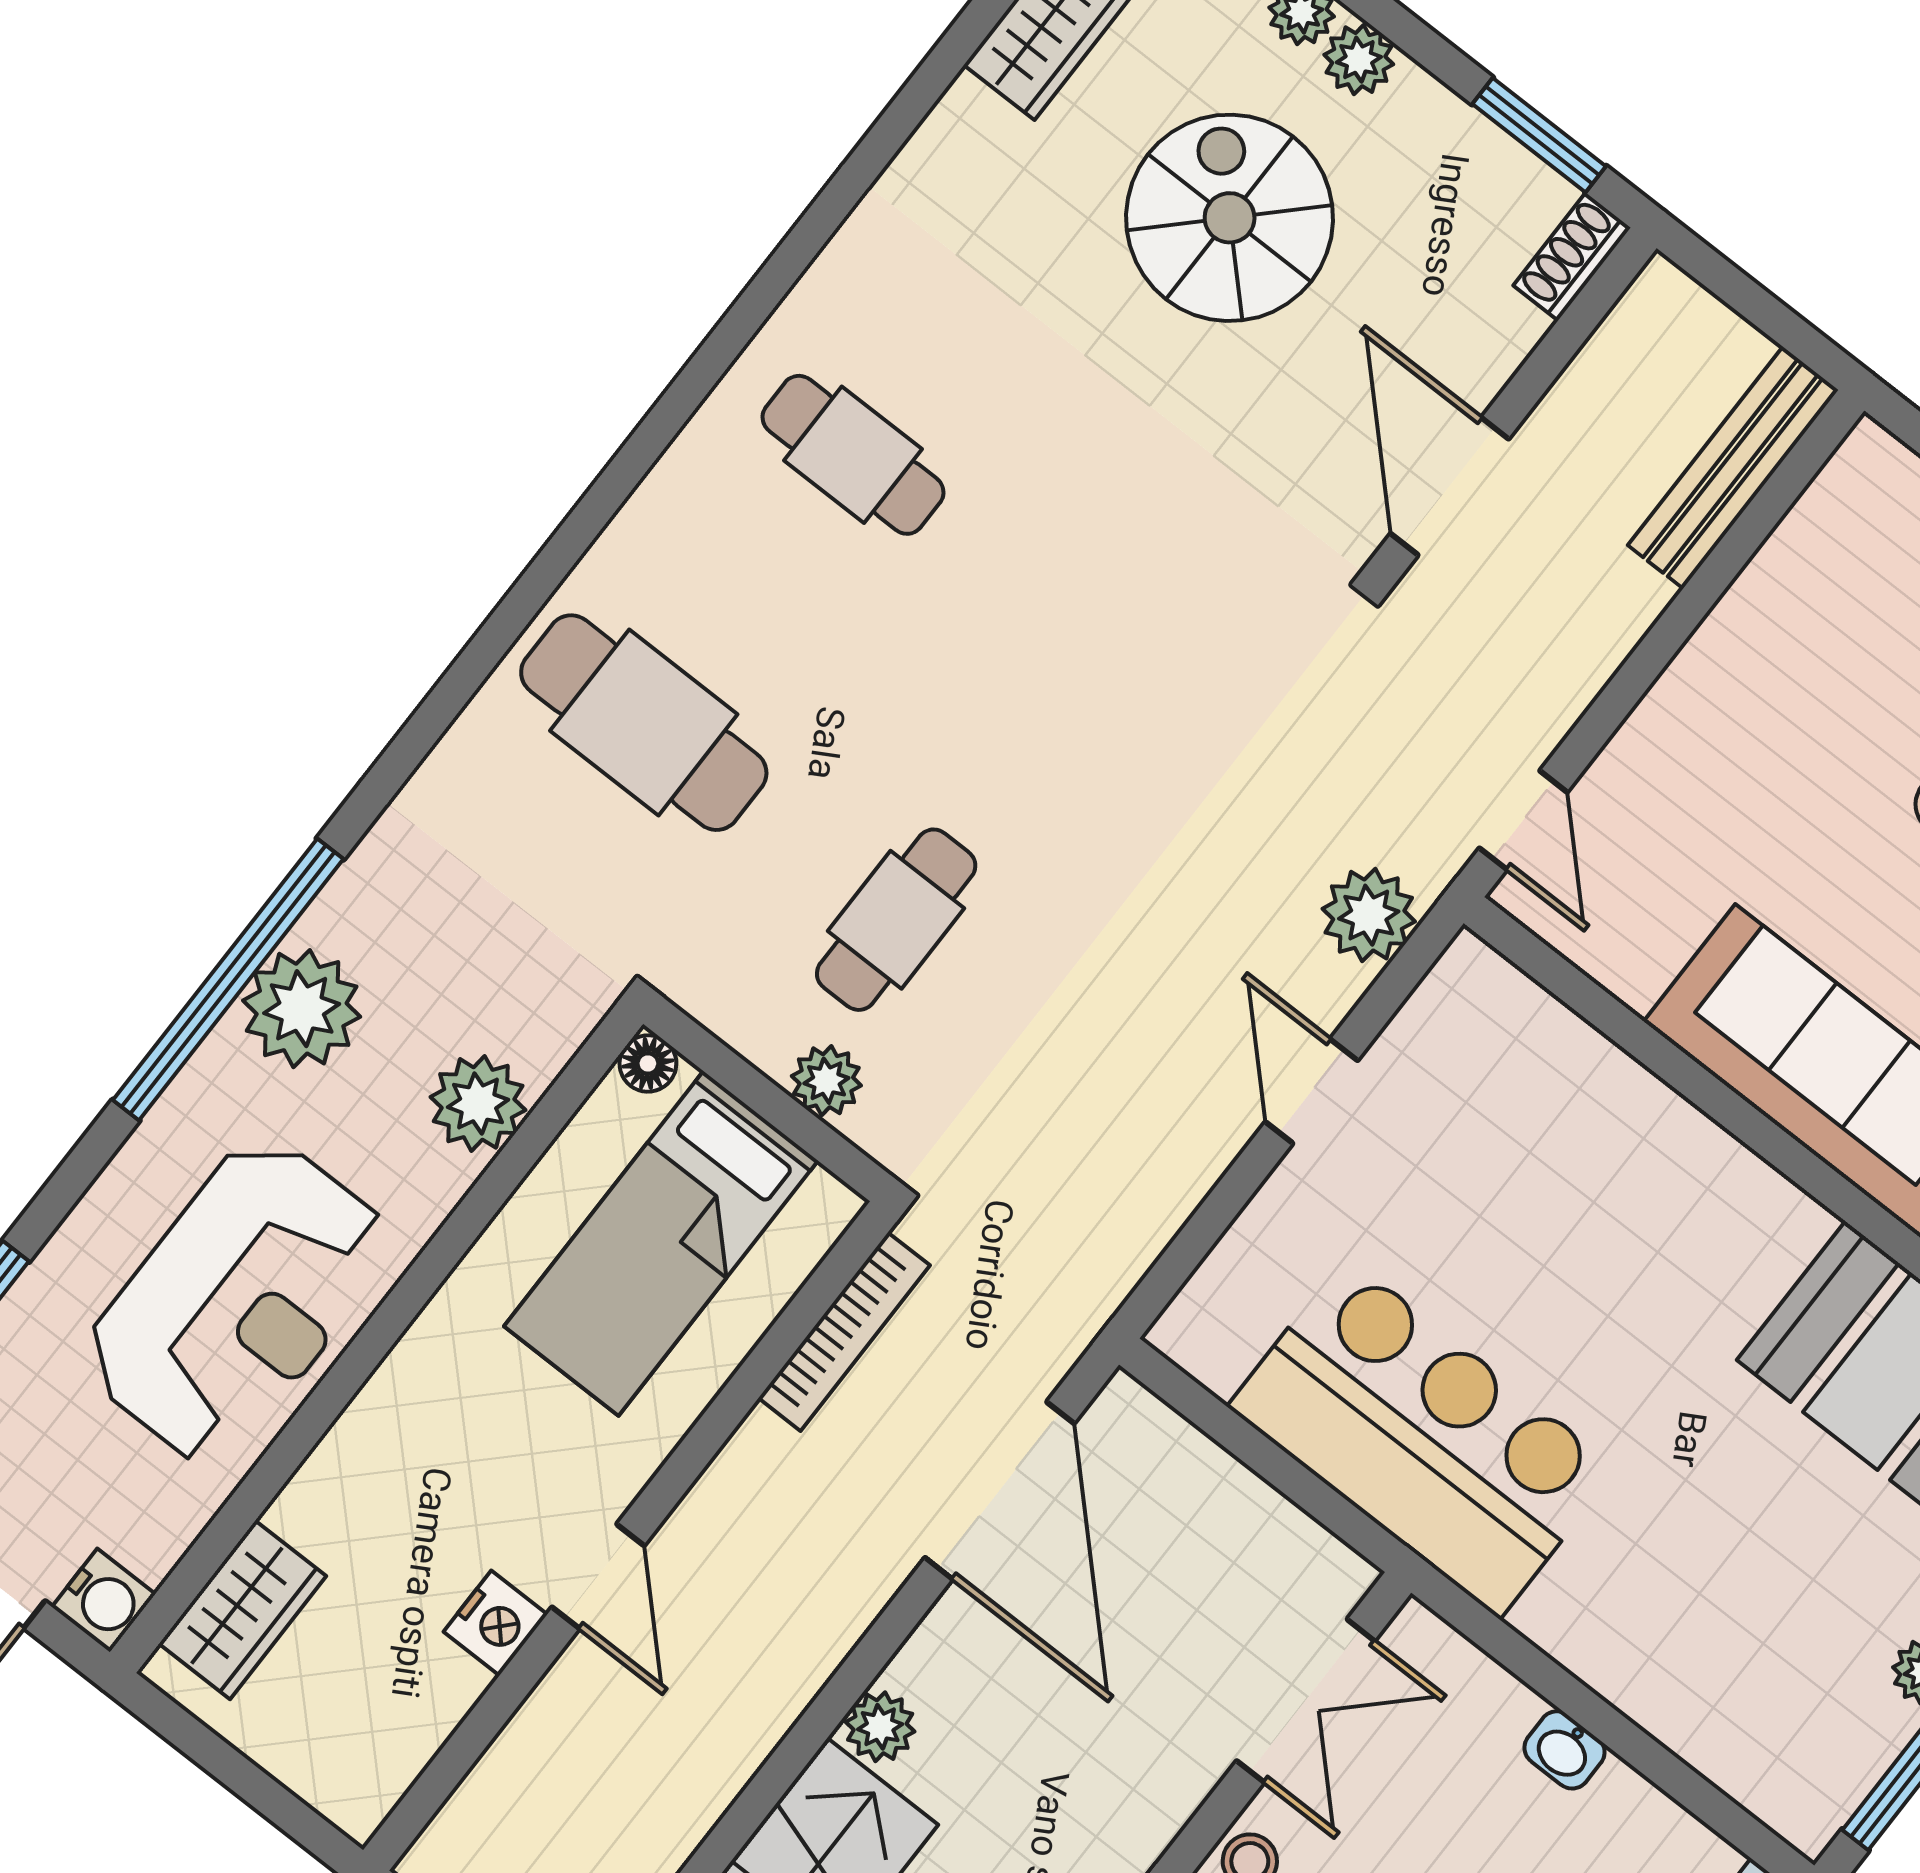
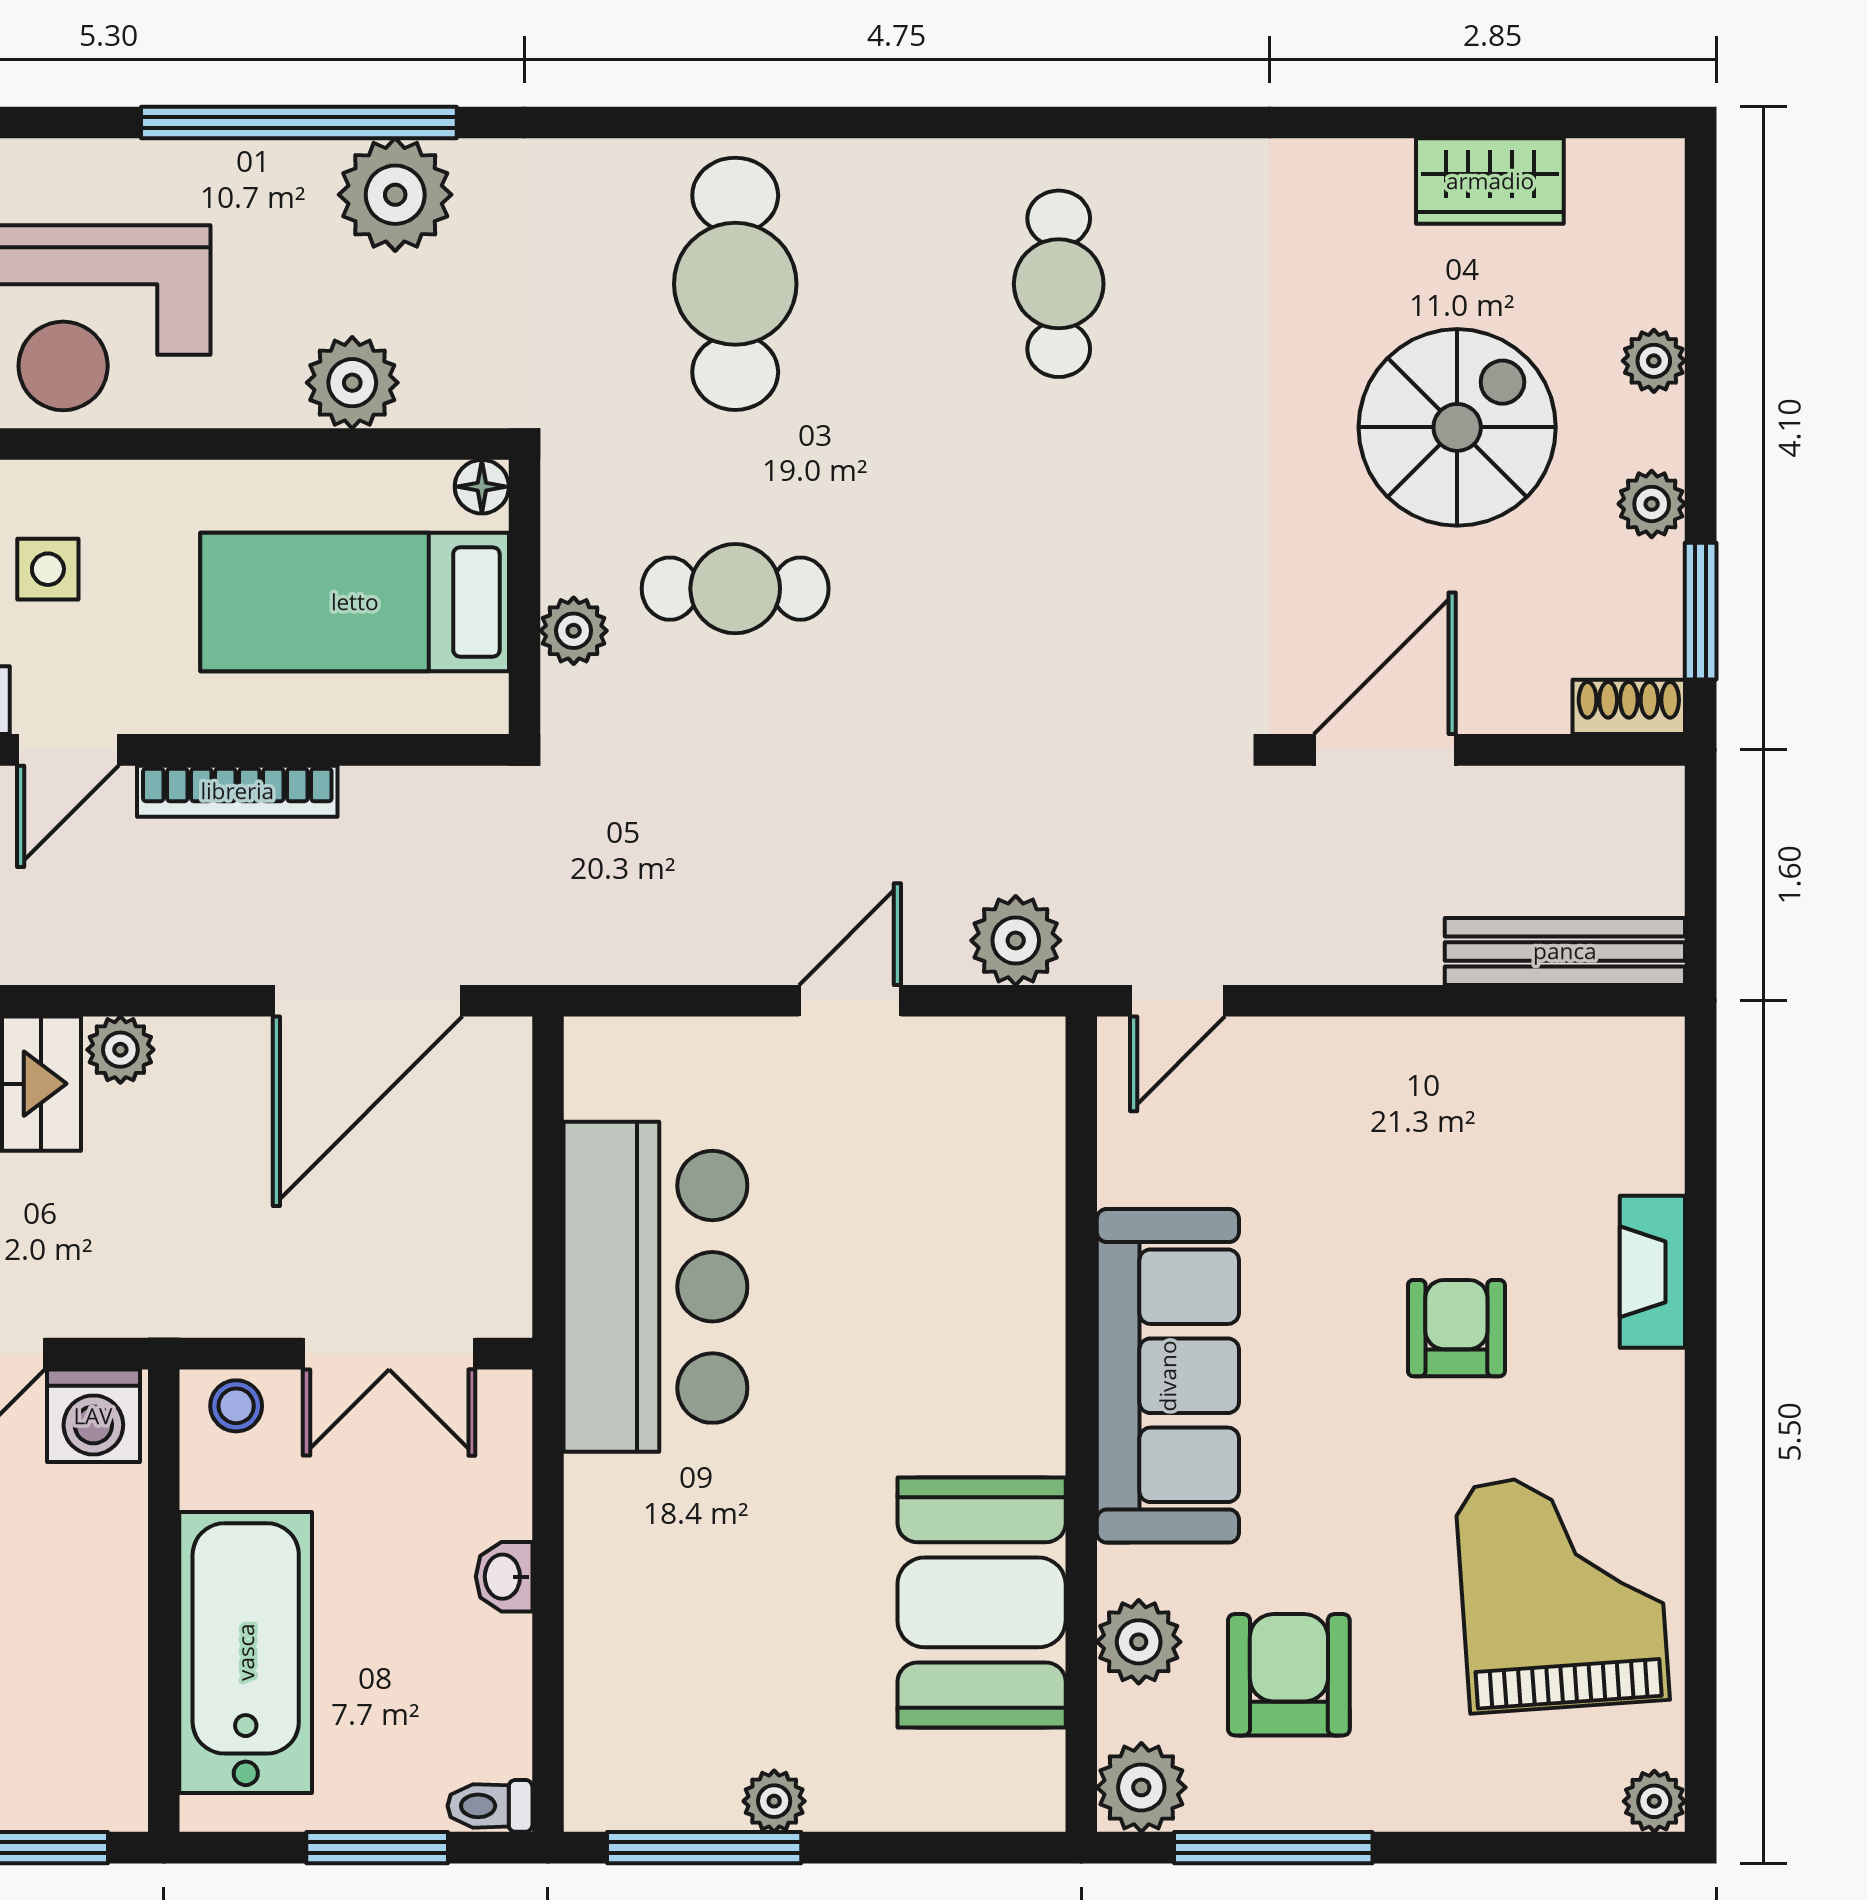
plant: (1359, 60) -> (1652, 504), moved
plant: (302, 1009) -> (395, 195), moved
bookcase: (844, 1332) -> (237, 791), moved
side table: (436, 1476) -> (48, 569), added

